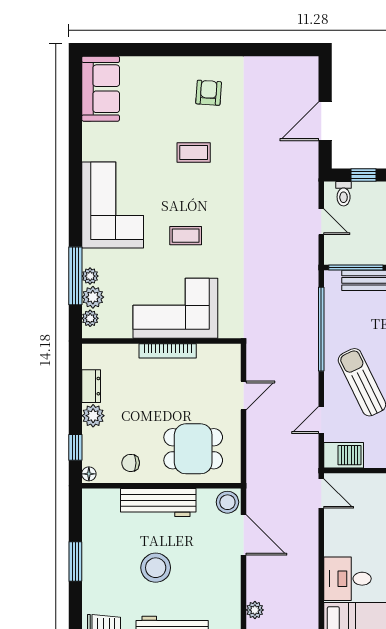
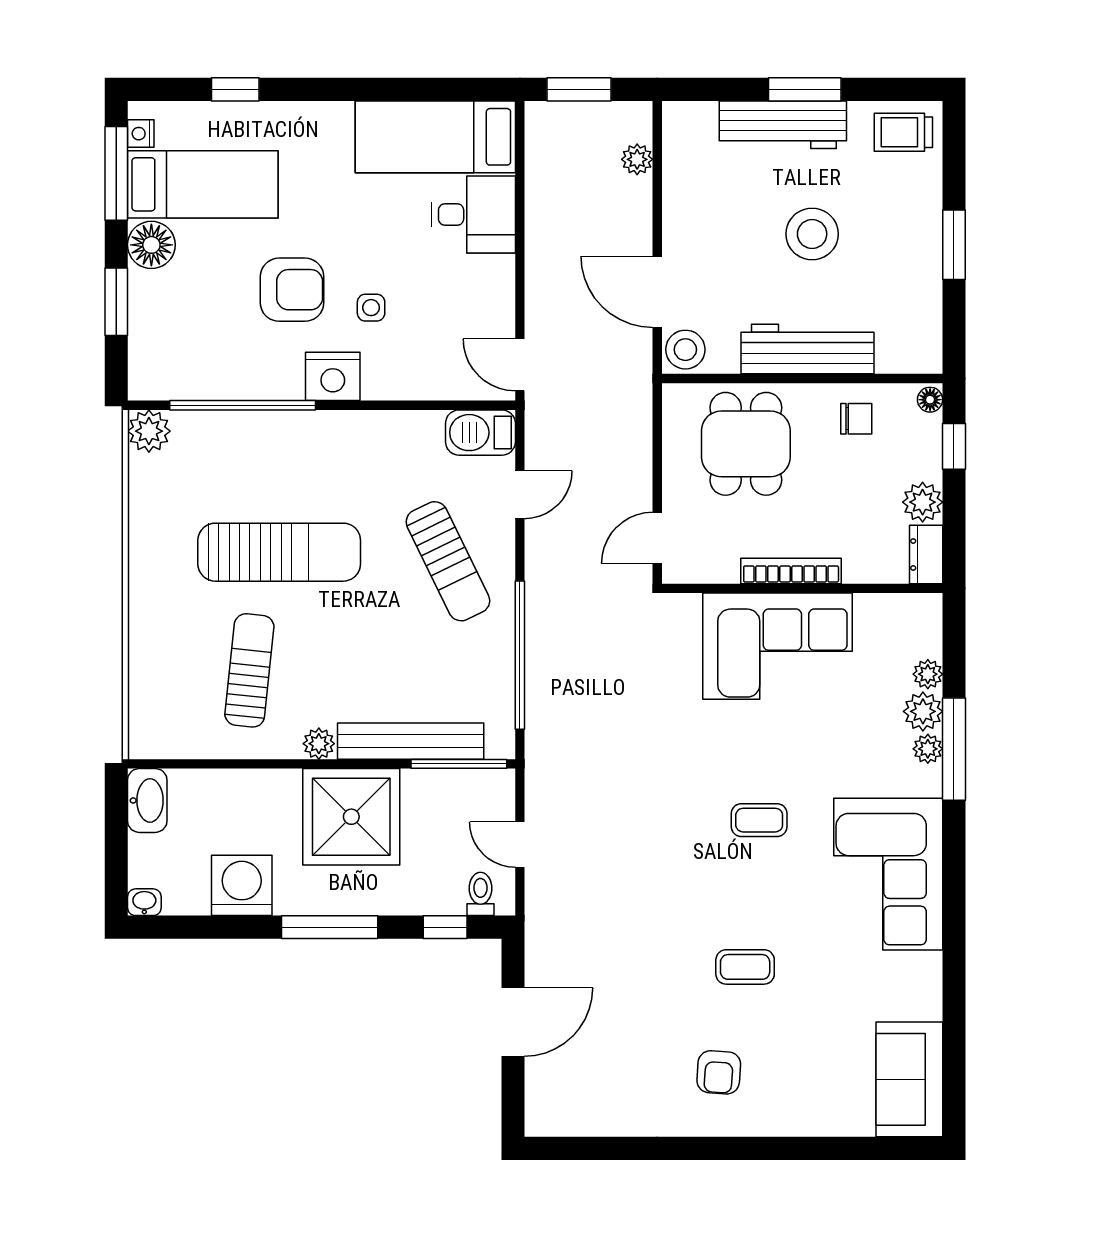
corner sofa: (175, 308) -> (778, 646), moved
wall: (161, 341) -> (802, 588), moved
bookcase: (168, 351) -> (791, 571), moved
dining table: (193, 449) -> (746, 444), turned 90

